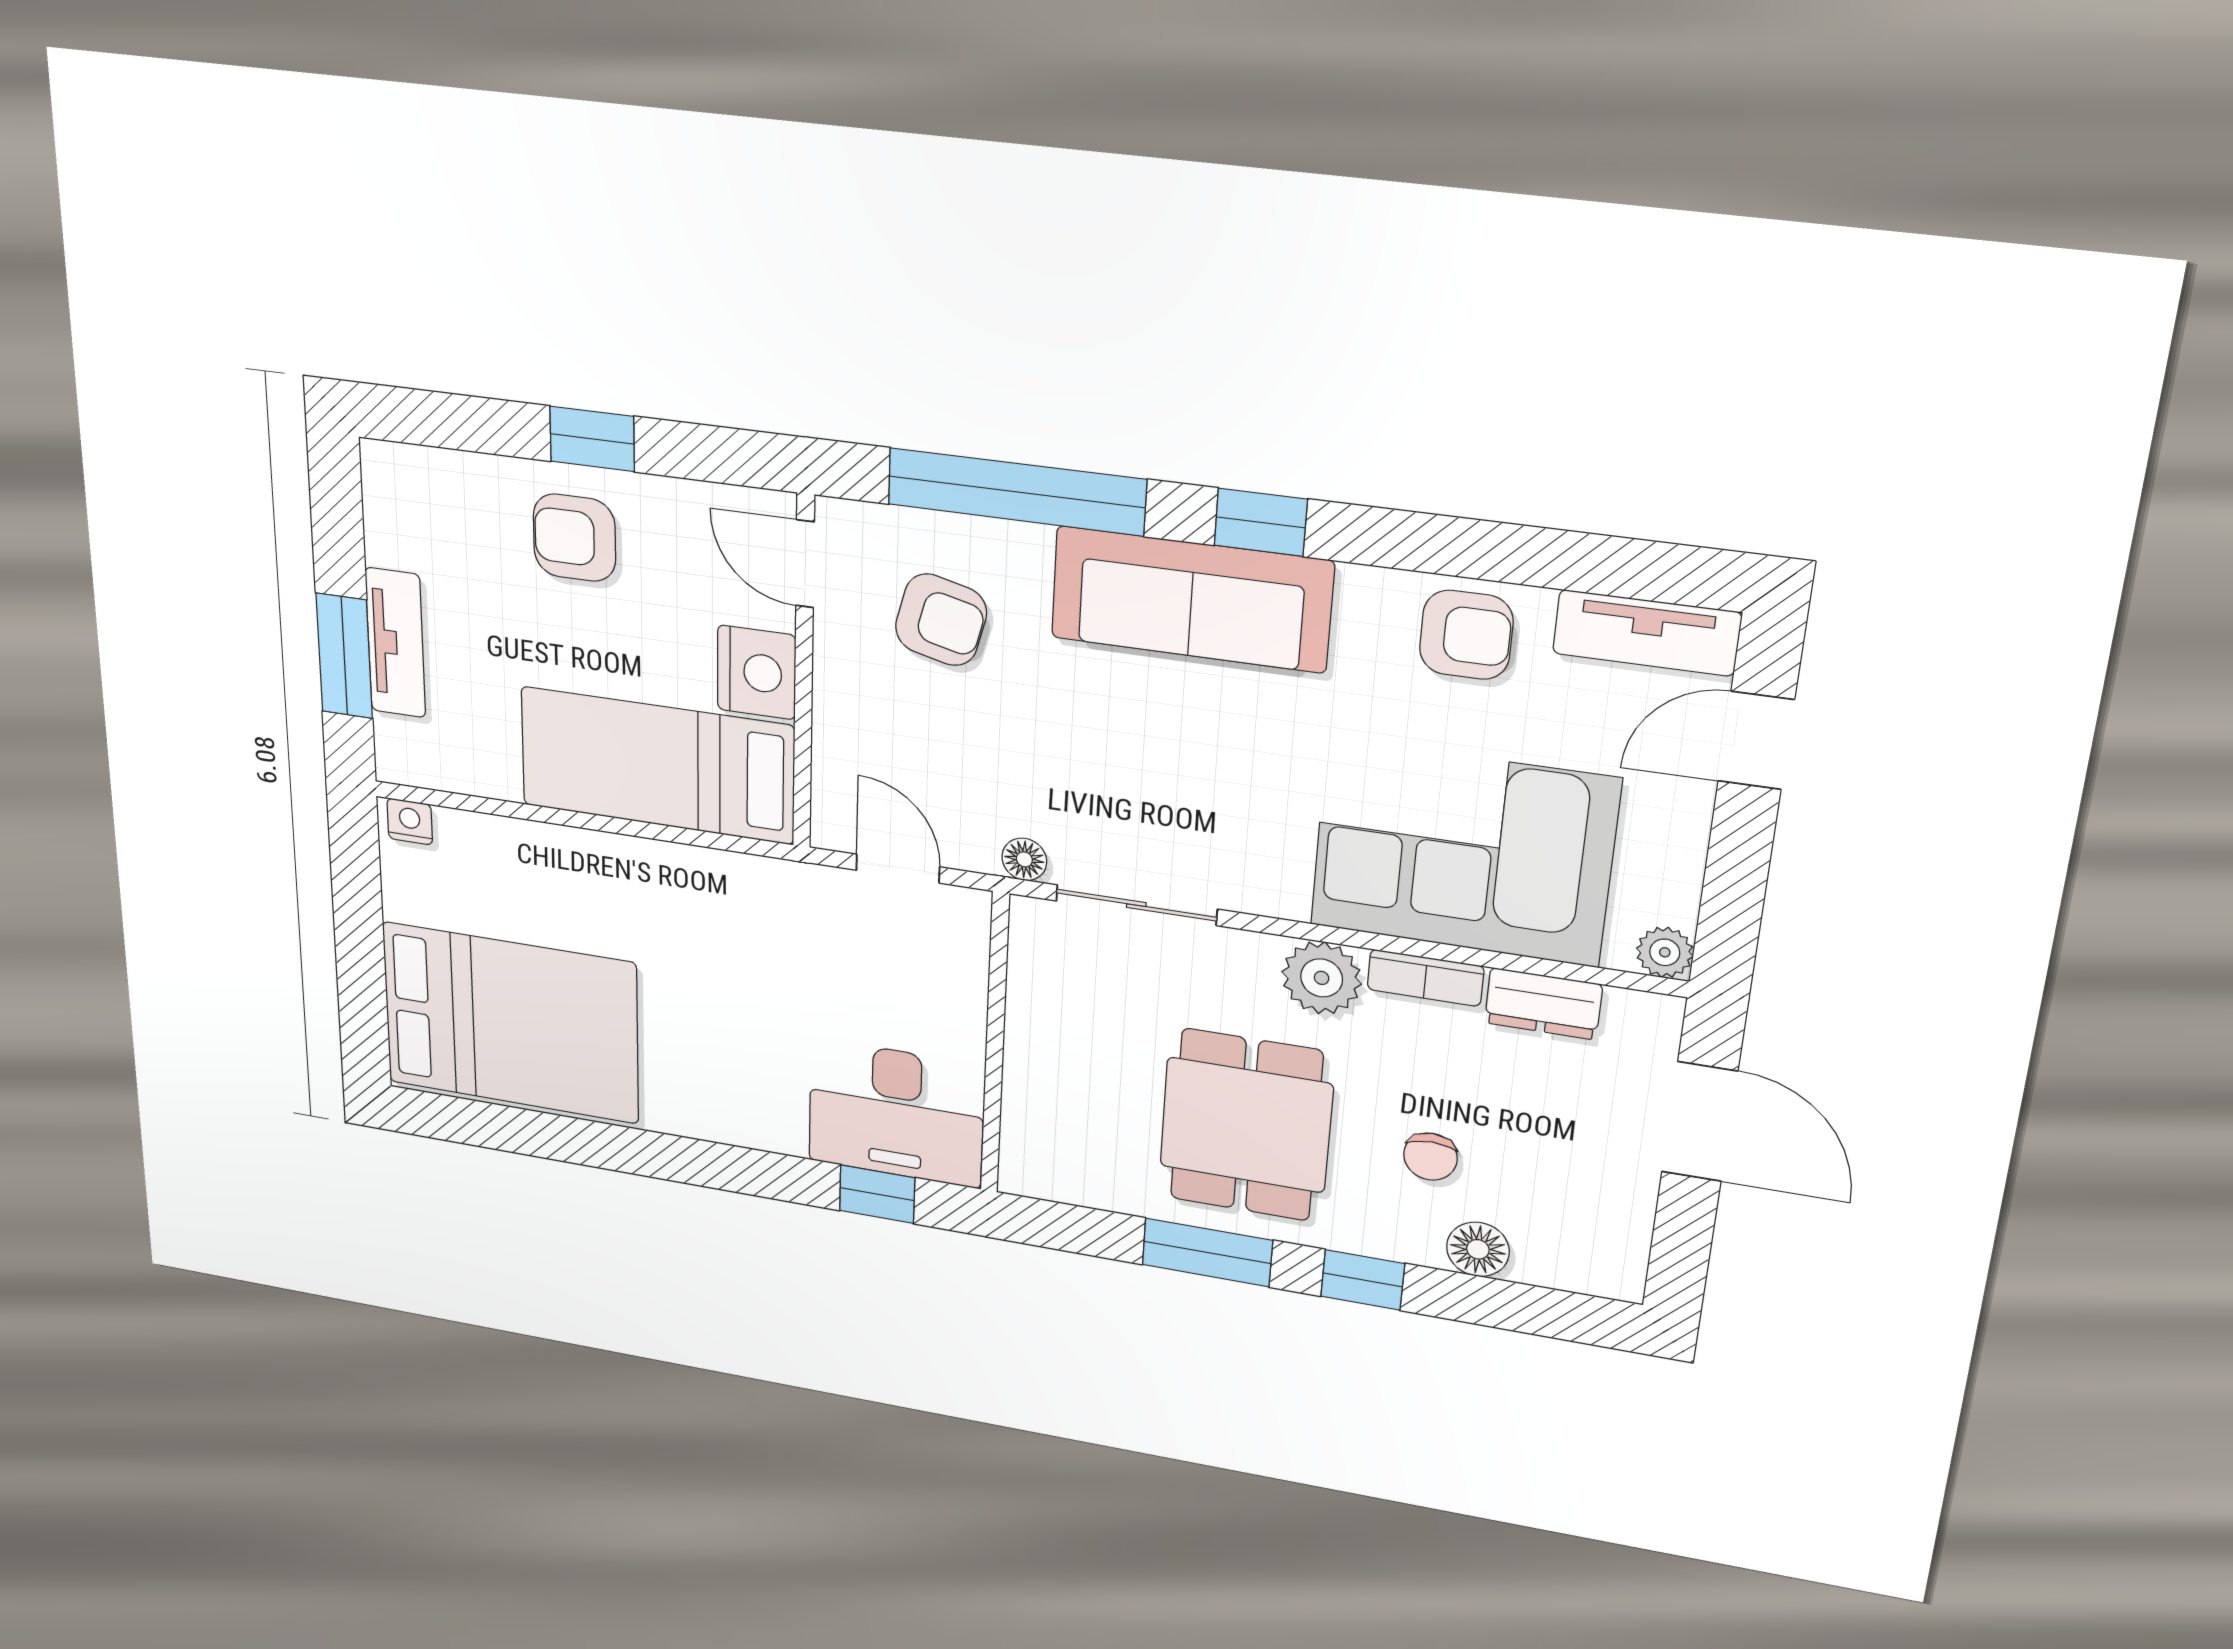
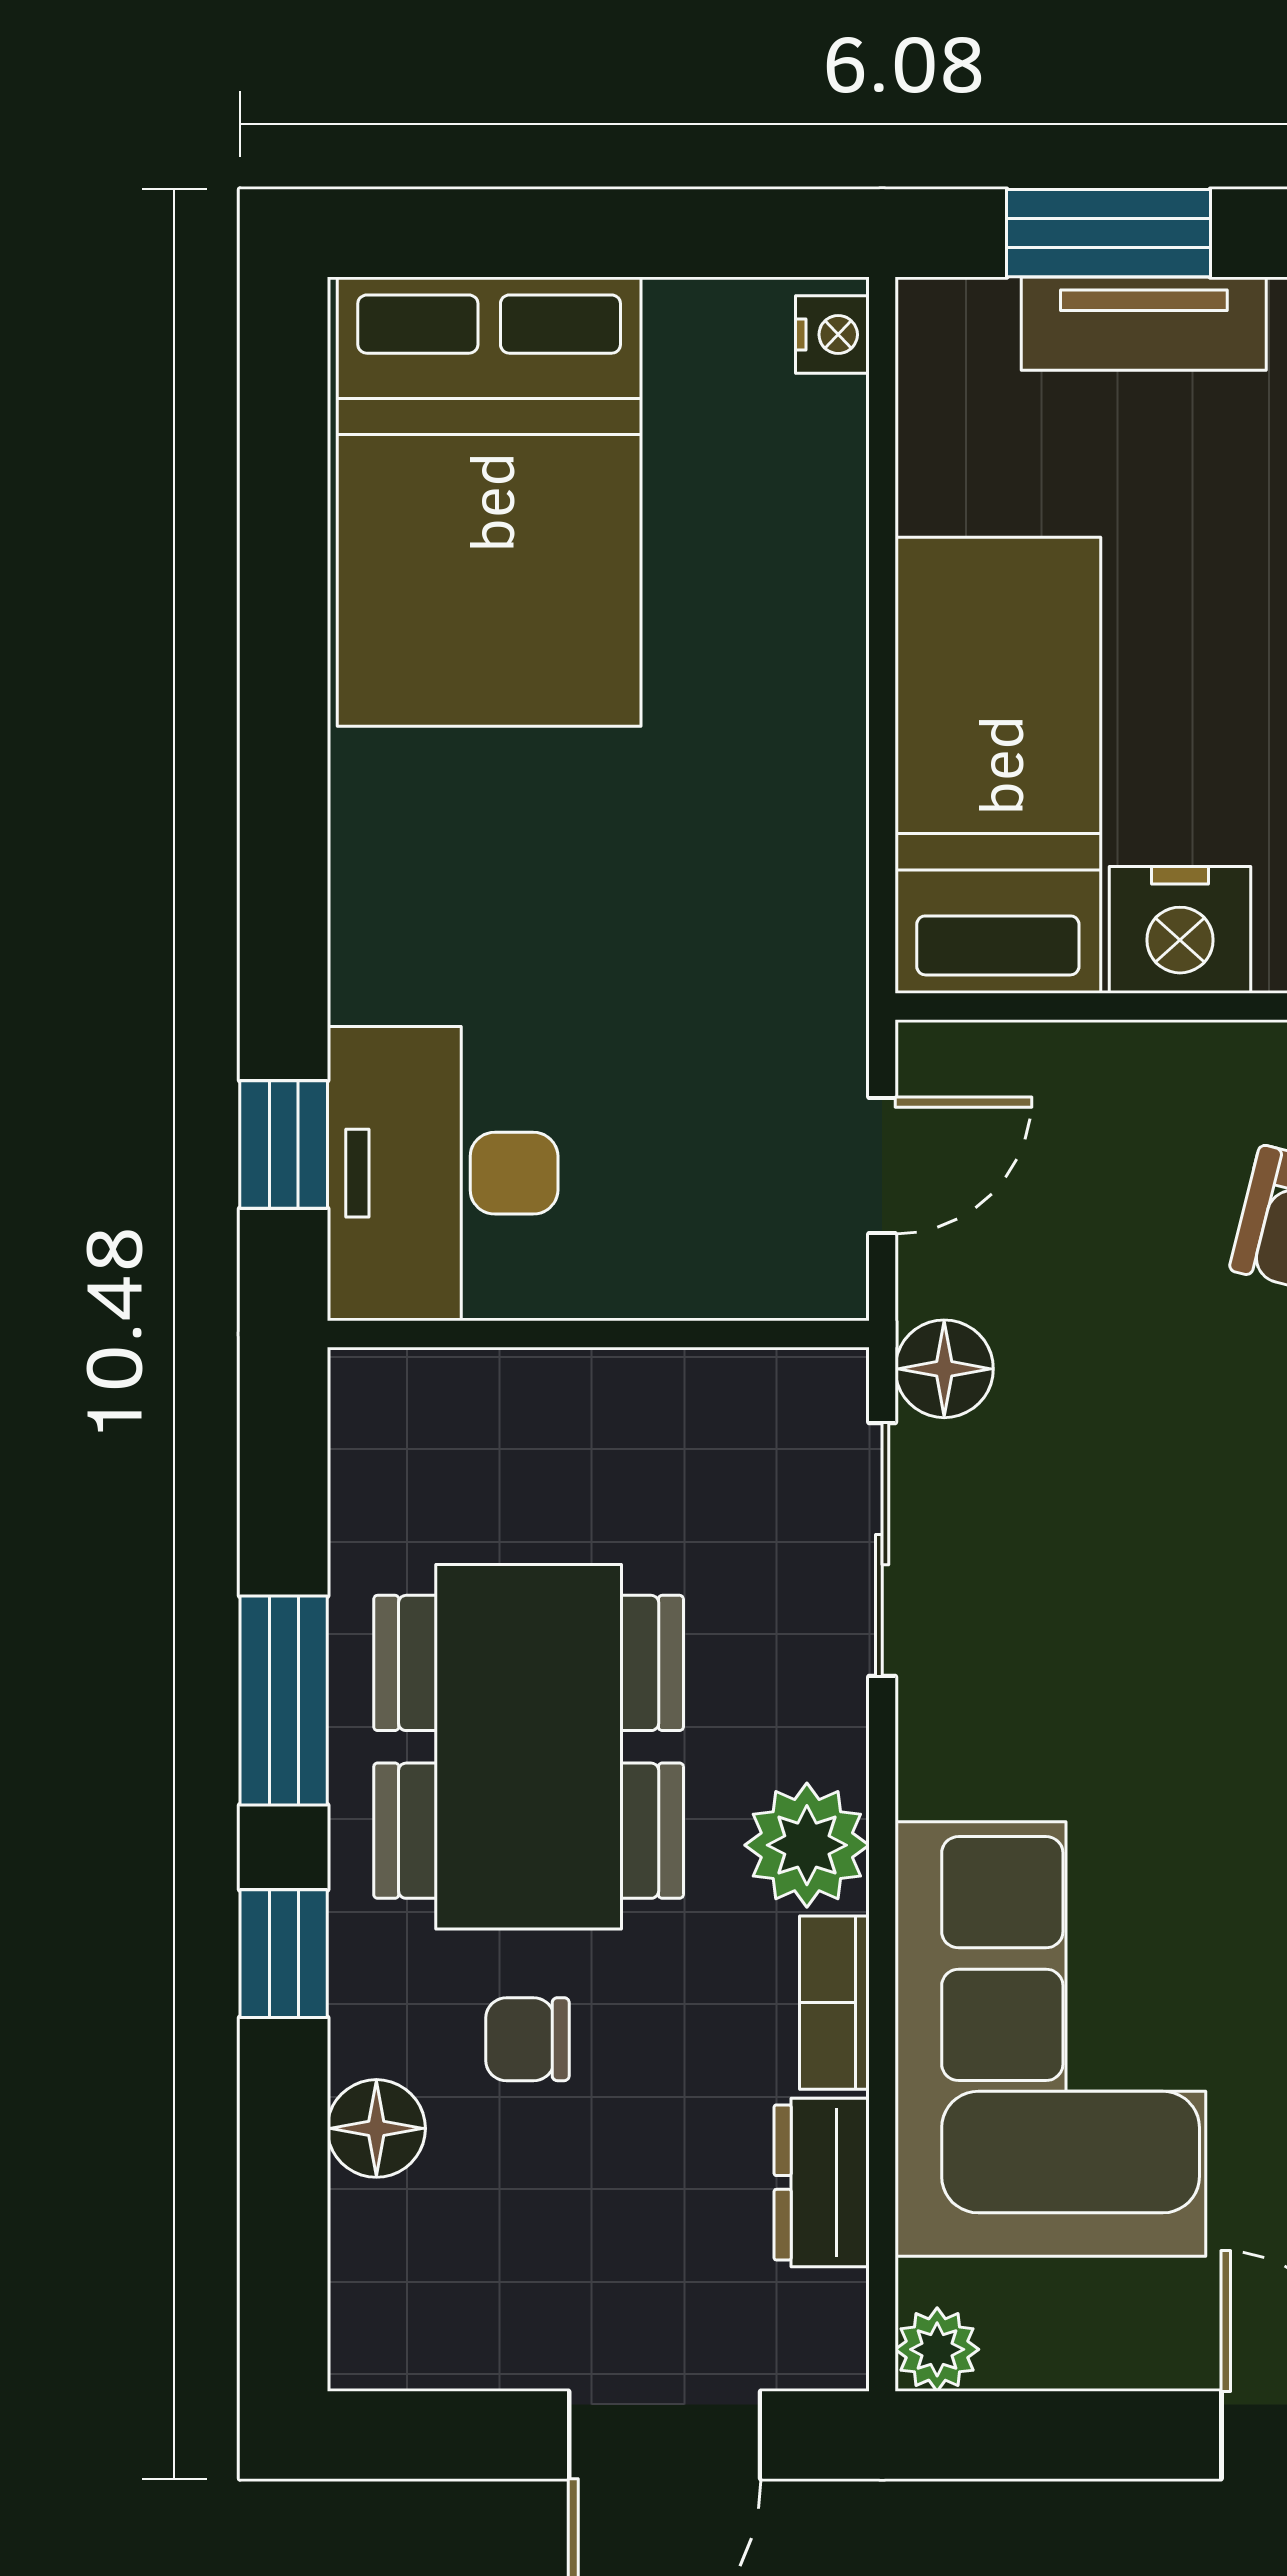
floor lamp: (1024, 859) -> (944, 1369), width x1.37, depth x1.37
dining table: (1246, 1125) -> (529, 1747), width x1.37

